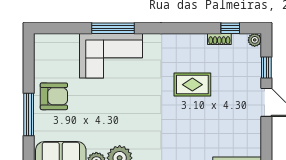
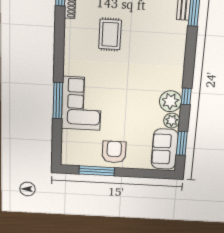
window: (29, 114) -> (97, 171), moved

